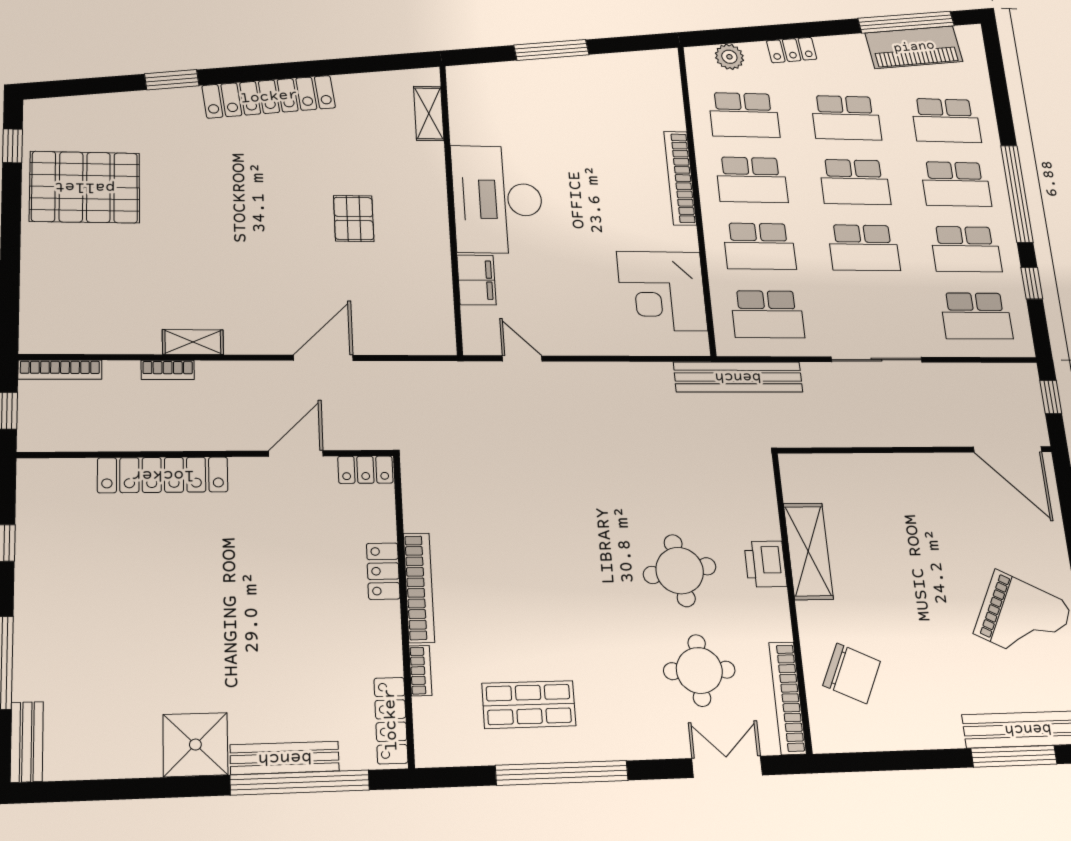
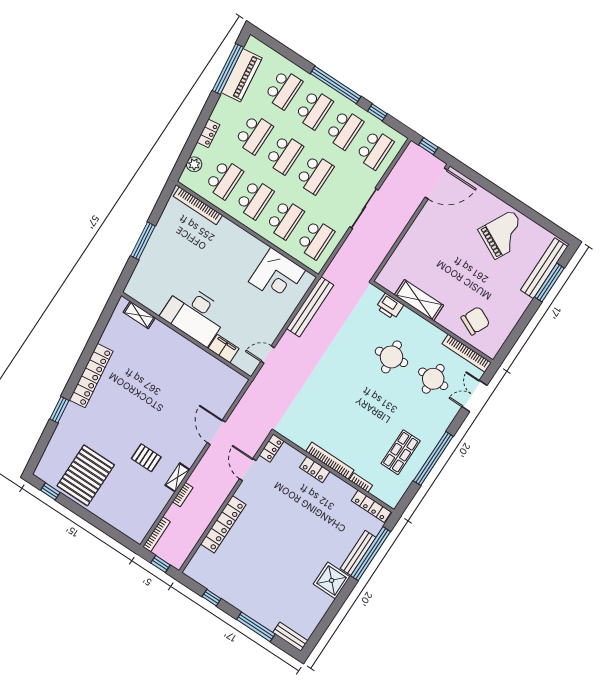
bookcase: (680, 178) -> (198, 206), moved
pallet: (354, 218) -> (146, 458), moved
bench: (738, 377) -> (310, 307), moved
printer: (765, 564) -> (390, 306), moved

